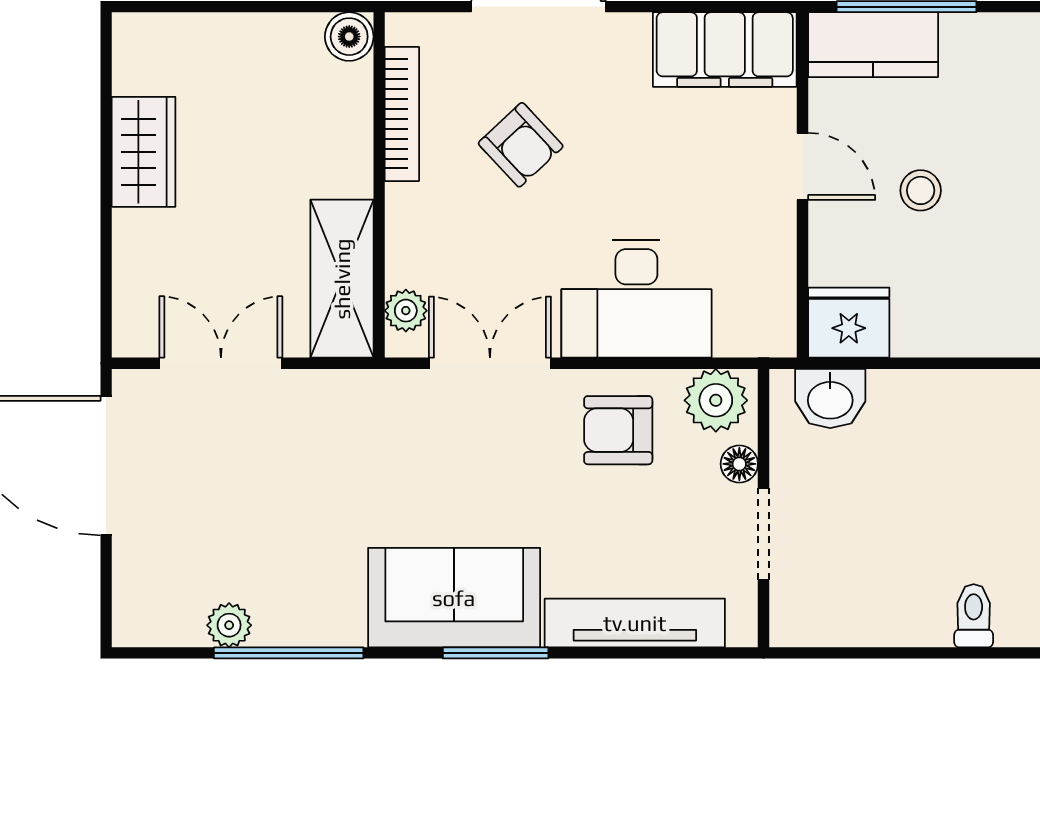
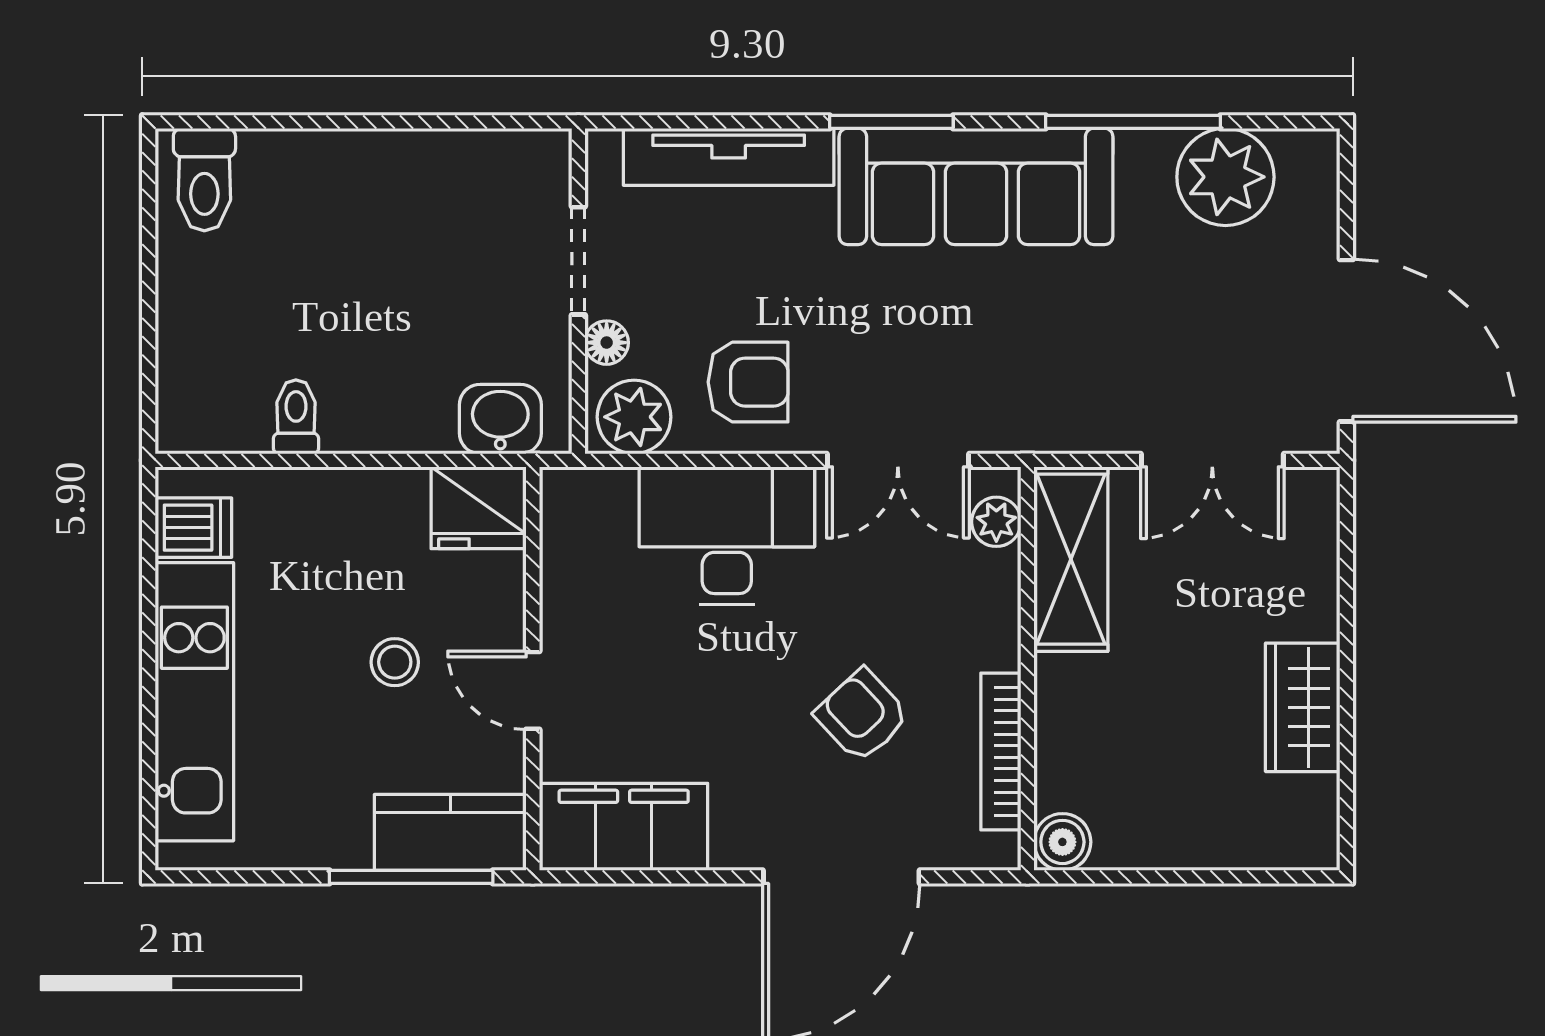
sofa: (454, 598) -> (976, 186), width x1.36
toilet: (974, 616) -> (296, 417), moved, turned 180
plant: (229, 625) -> (1225, 177), width x1.87, depth x1.87

